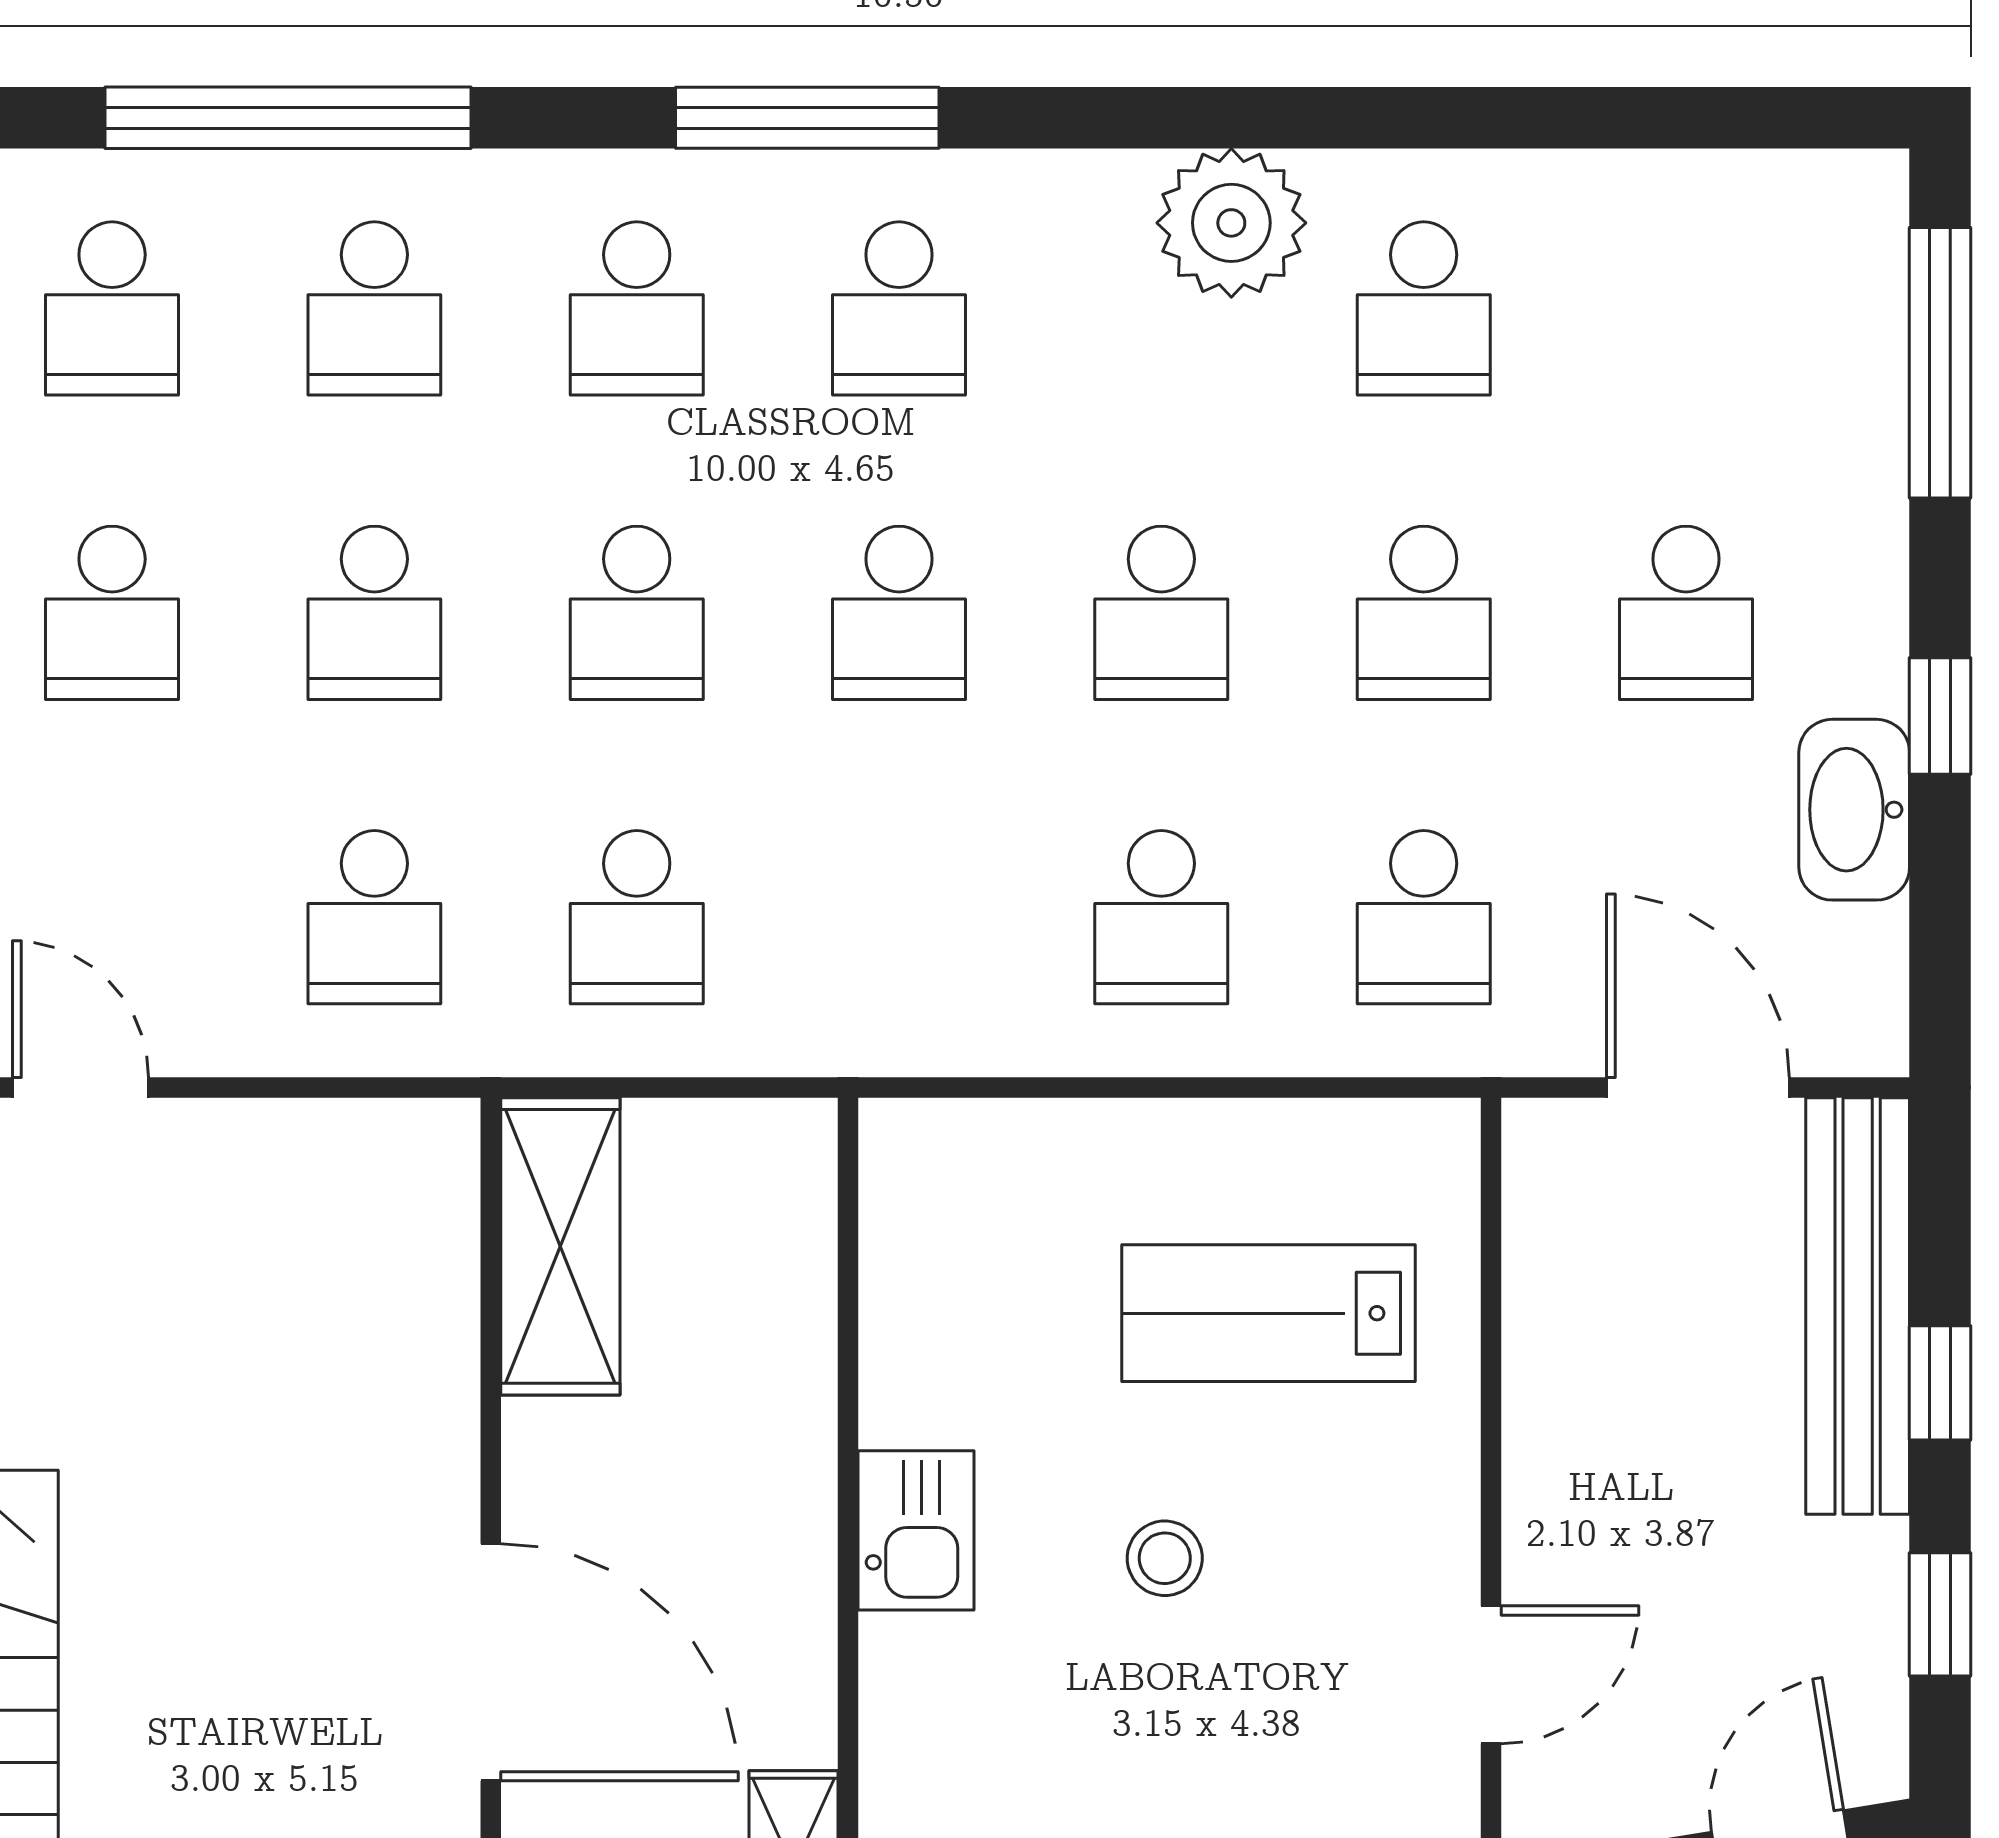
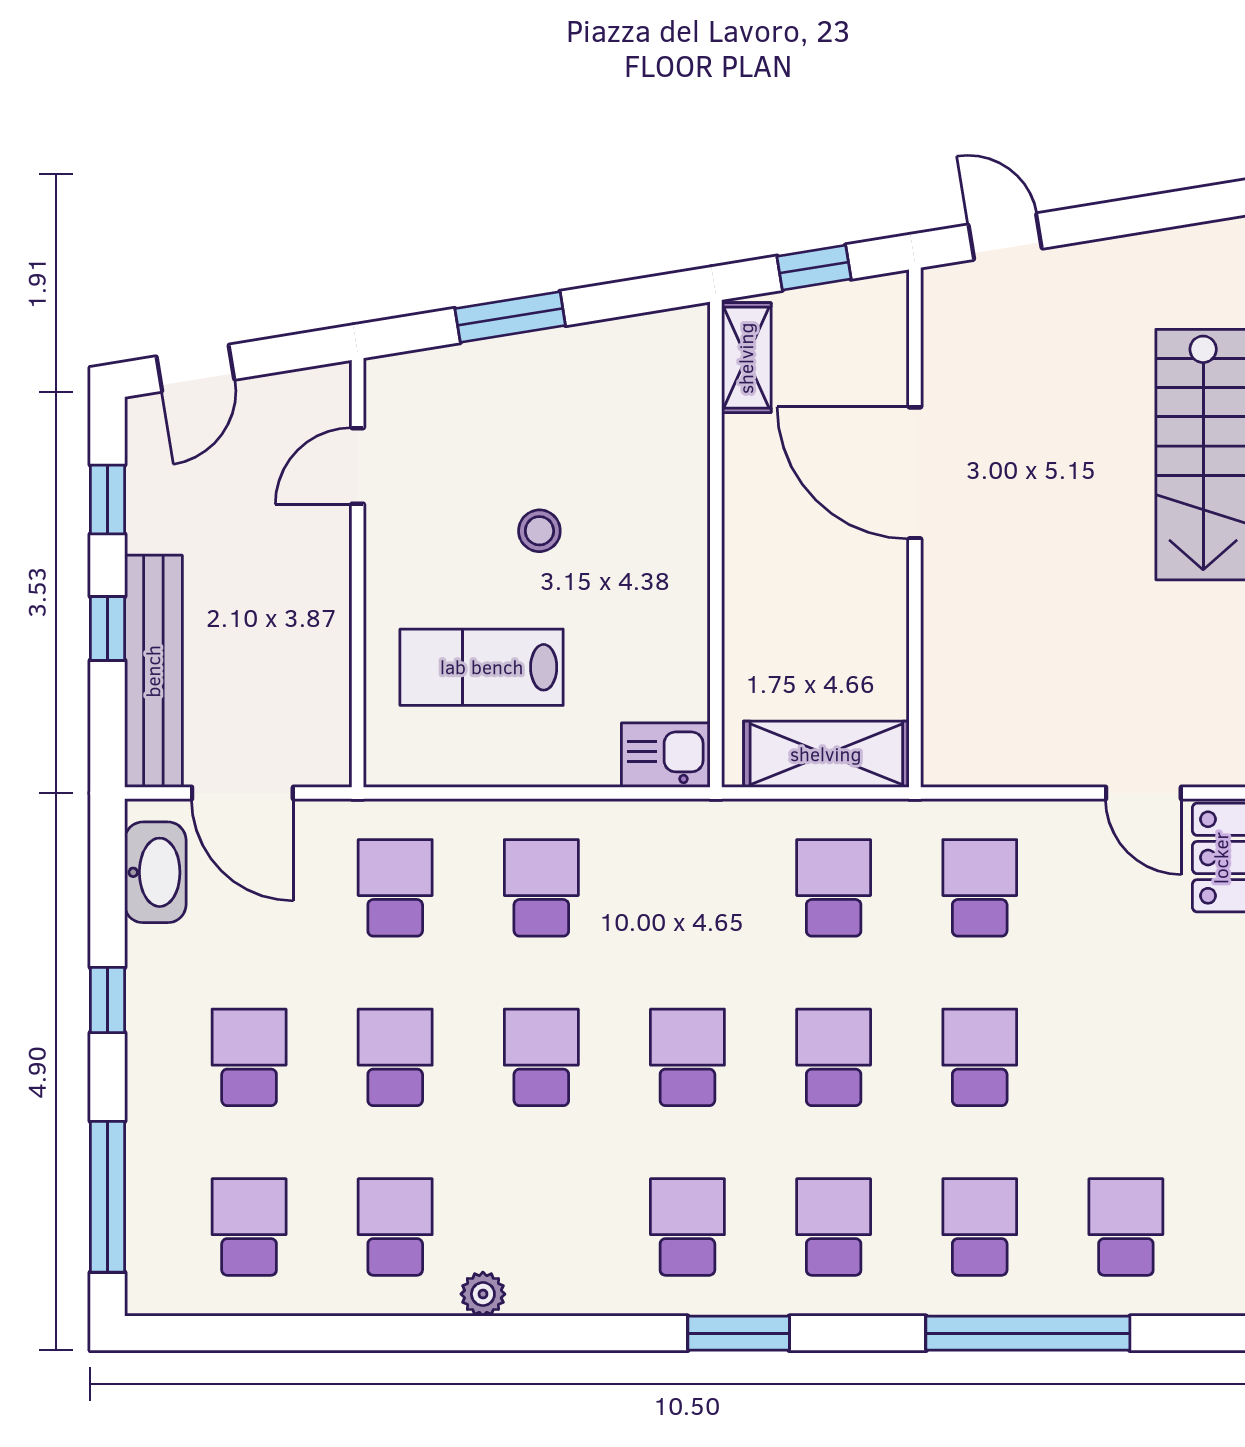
window: (807, 118) -> (739, 1333), width x0.69
plant: (1231, 223) -> (483, 1294), width x0.53, depth x0.53
school desk: (112, 613) -> (249, 1227), moved
washbasin: (1854, 810) -> (155, 872), moved
shelving: (560, 1246) -> (826, 754), moved, turned 90
lab bench: (1269, 1313) -> (482, 667), turned 180
kitchen sink: (916, 1530) -> (666, 755), moved, turned 90

